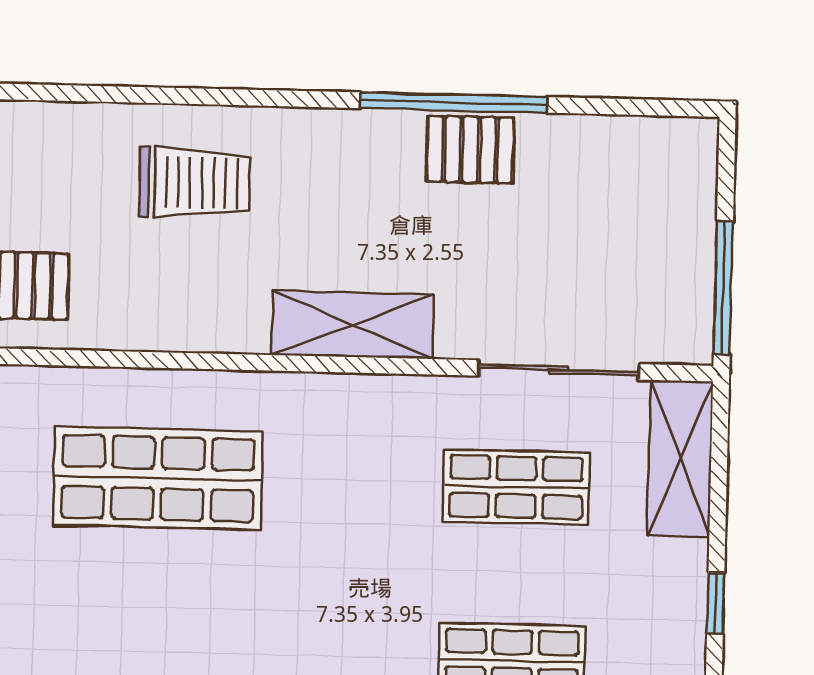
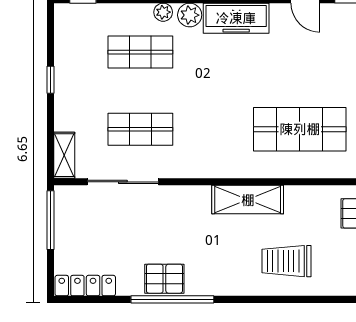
locker: (649, 138) -> (85, 286), added
shelving: (353, 325) -> (248, 200), moved
shelving: (680, 459) -> (64, 155), width x0.67, depth x0.75

